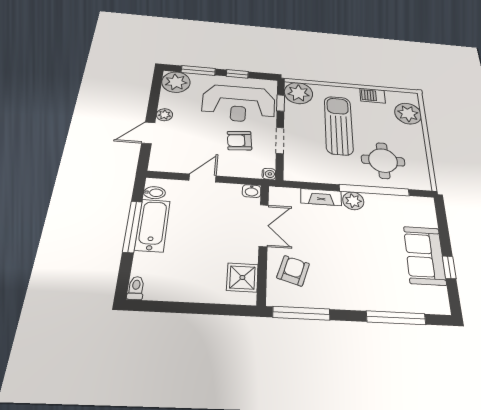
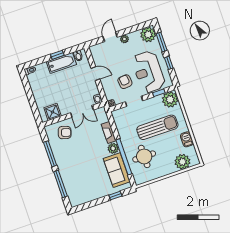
door: (148, 133) -> (110, 37), hinge flipped
window: (132, 226) -> (57, 55), width x0.46
sofa: (425, 255) -> (117, 170), moved, turned -90
window: (449, 267) -> (115, 196), moved
window: (301, 313) -> (50, 154), moved

